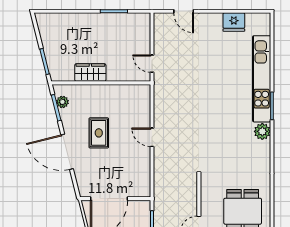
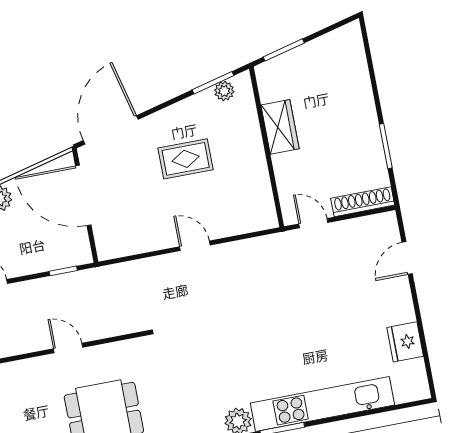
shoe rack: (145, 31) -> (363, 202), added
door: (152, 64) -> (313, 223), hinge flipped
door: (152, 137) -> (195, 246), hinge flipped
door: (67, 152) -> (111, 130), moved

